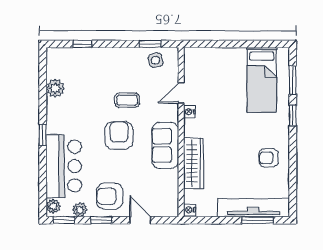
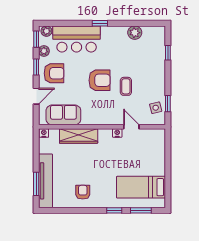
sofa: (165, 145) -> (63, 115), moved
armchair: (110, 196) -> (54, 73), turned 90

